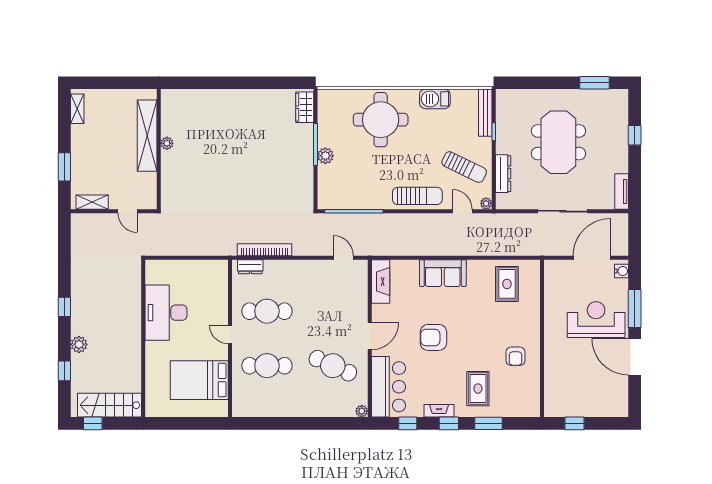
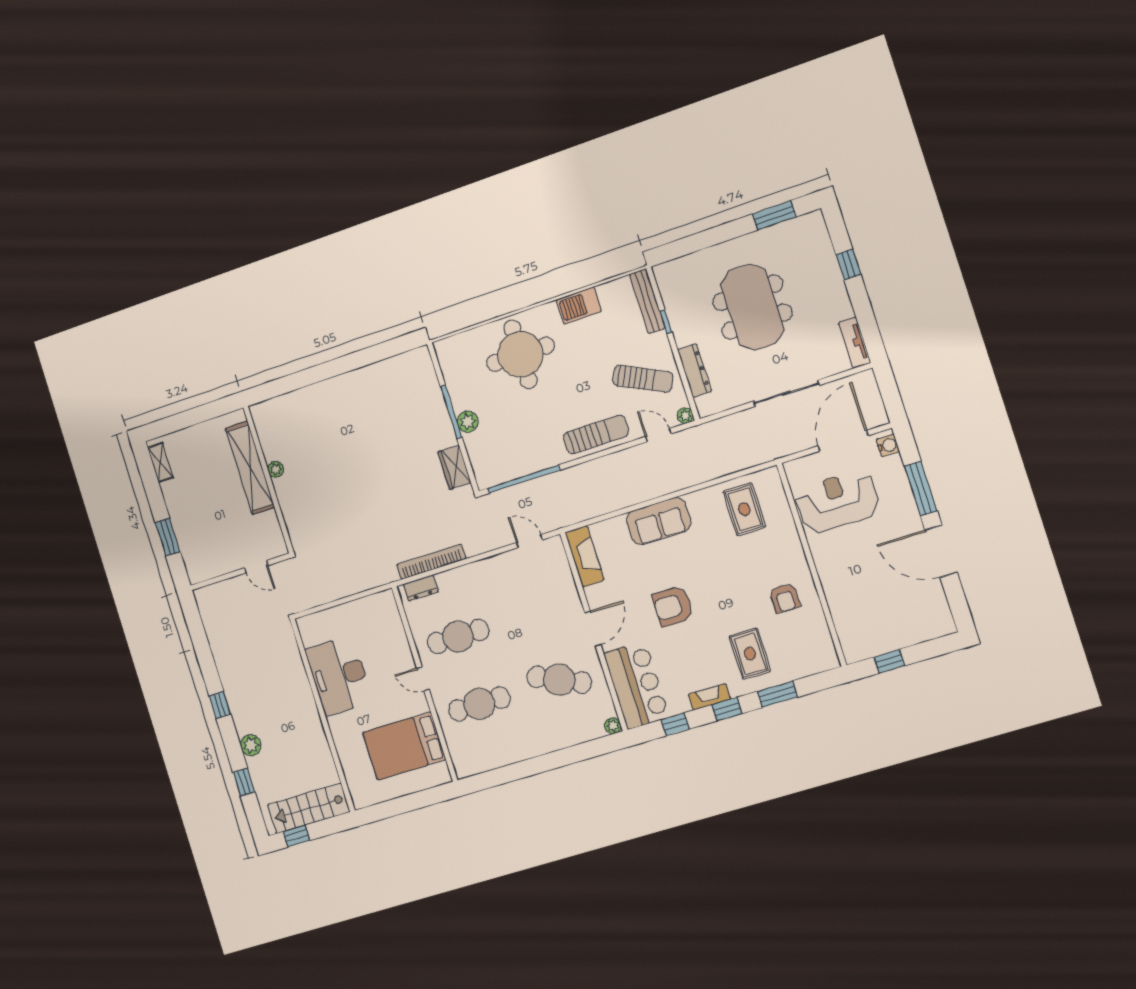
wardrobe: (305, 107) -> (454, 467), moved
shelving: (92, 202) -> (212, 569), removed
reception desk: (596, 320) -> (838, 502), moved

